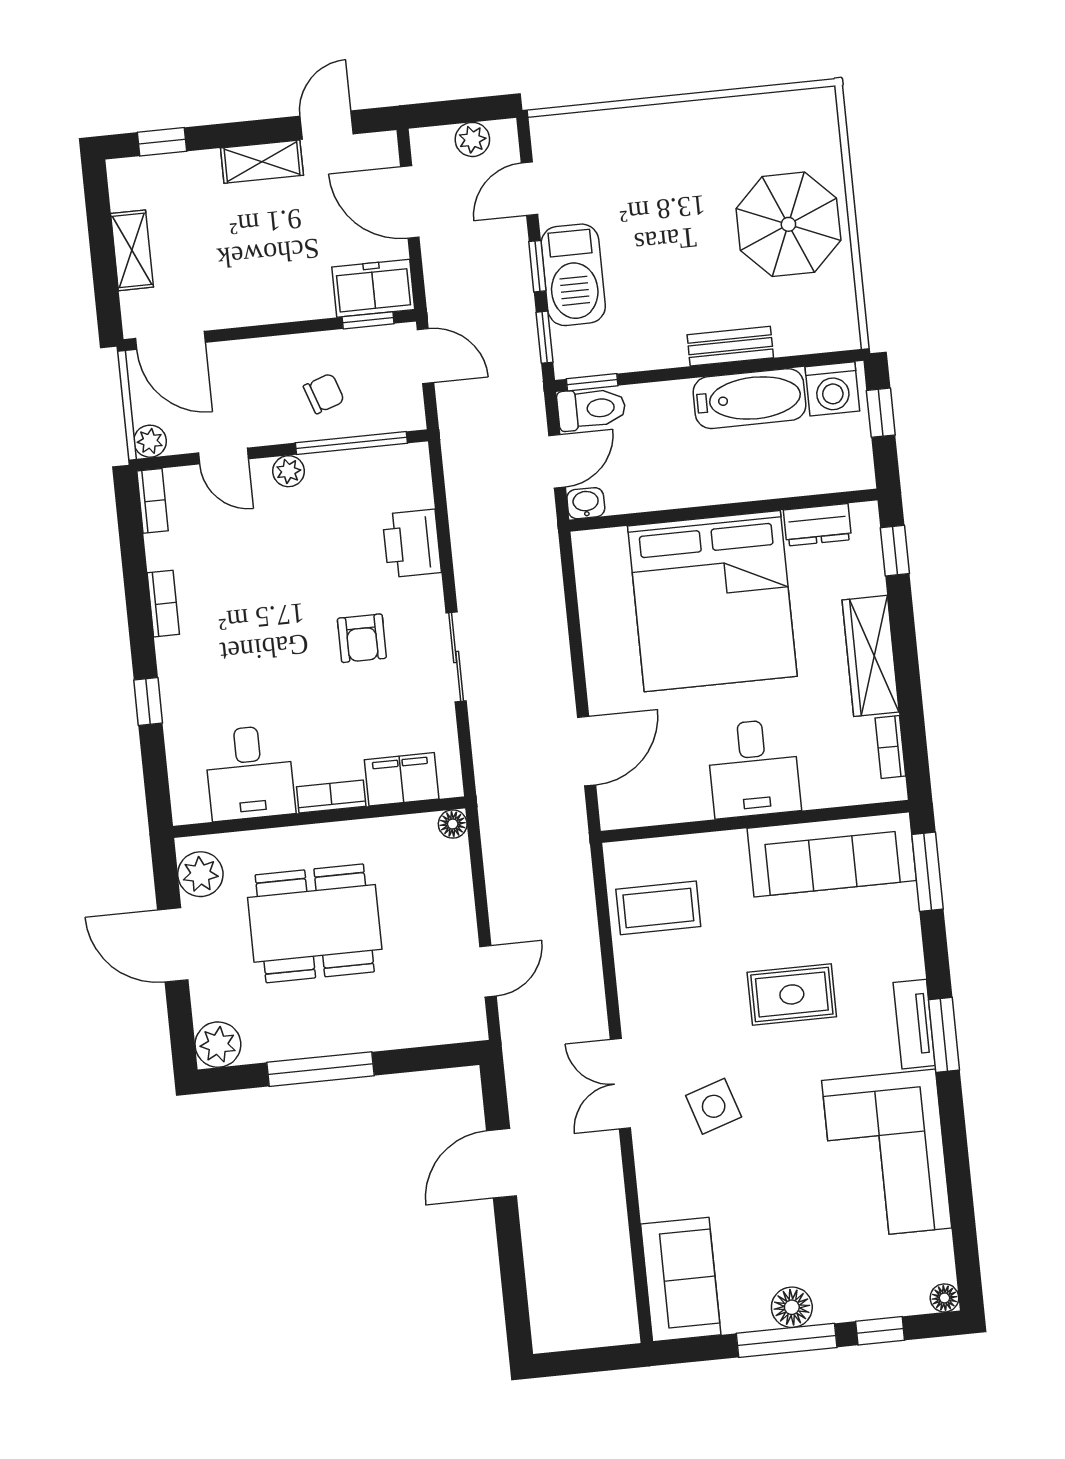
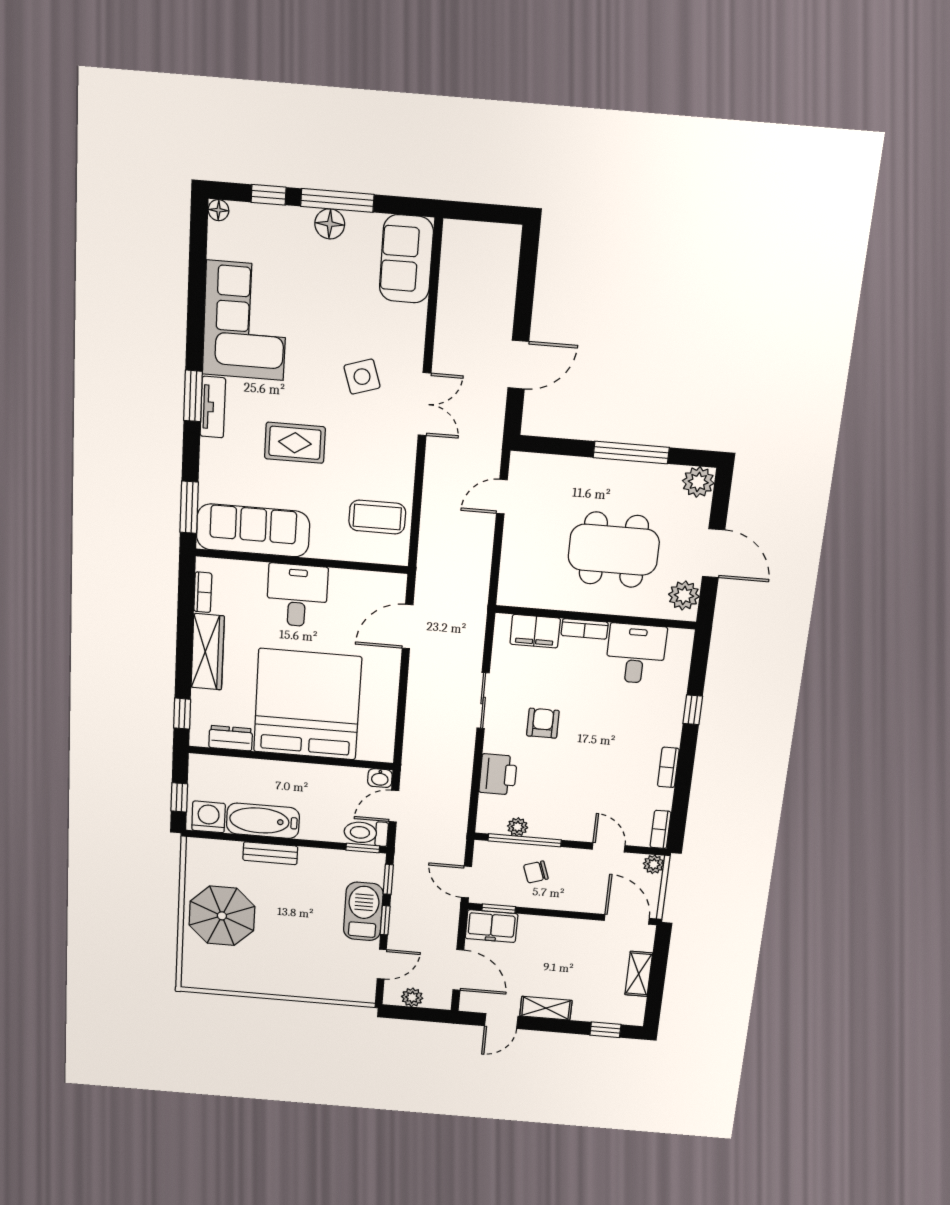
plant: (289, 471) -> (518, 827), moved
floor lamp: (453, 824) -> (507, 597), removed

